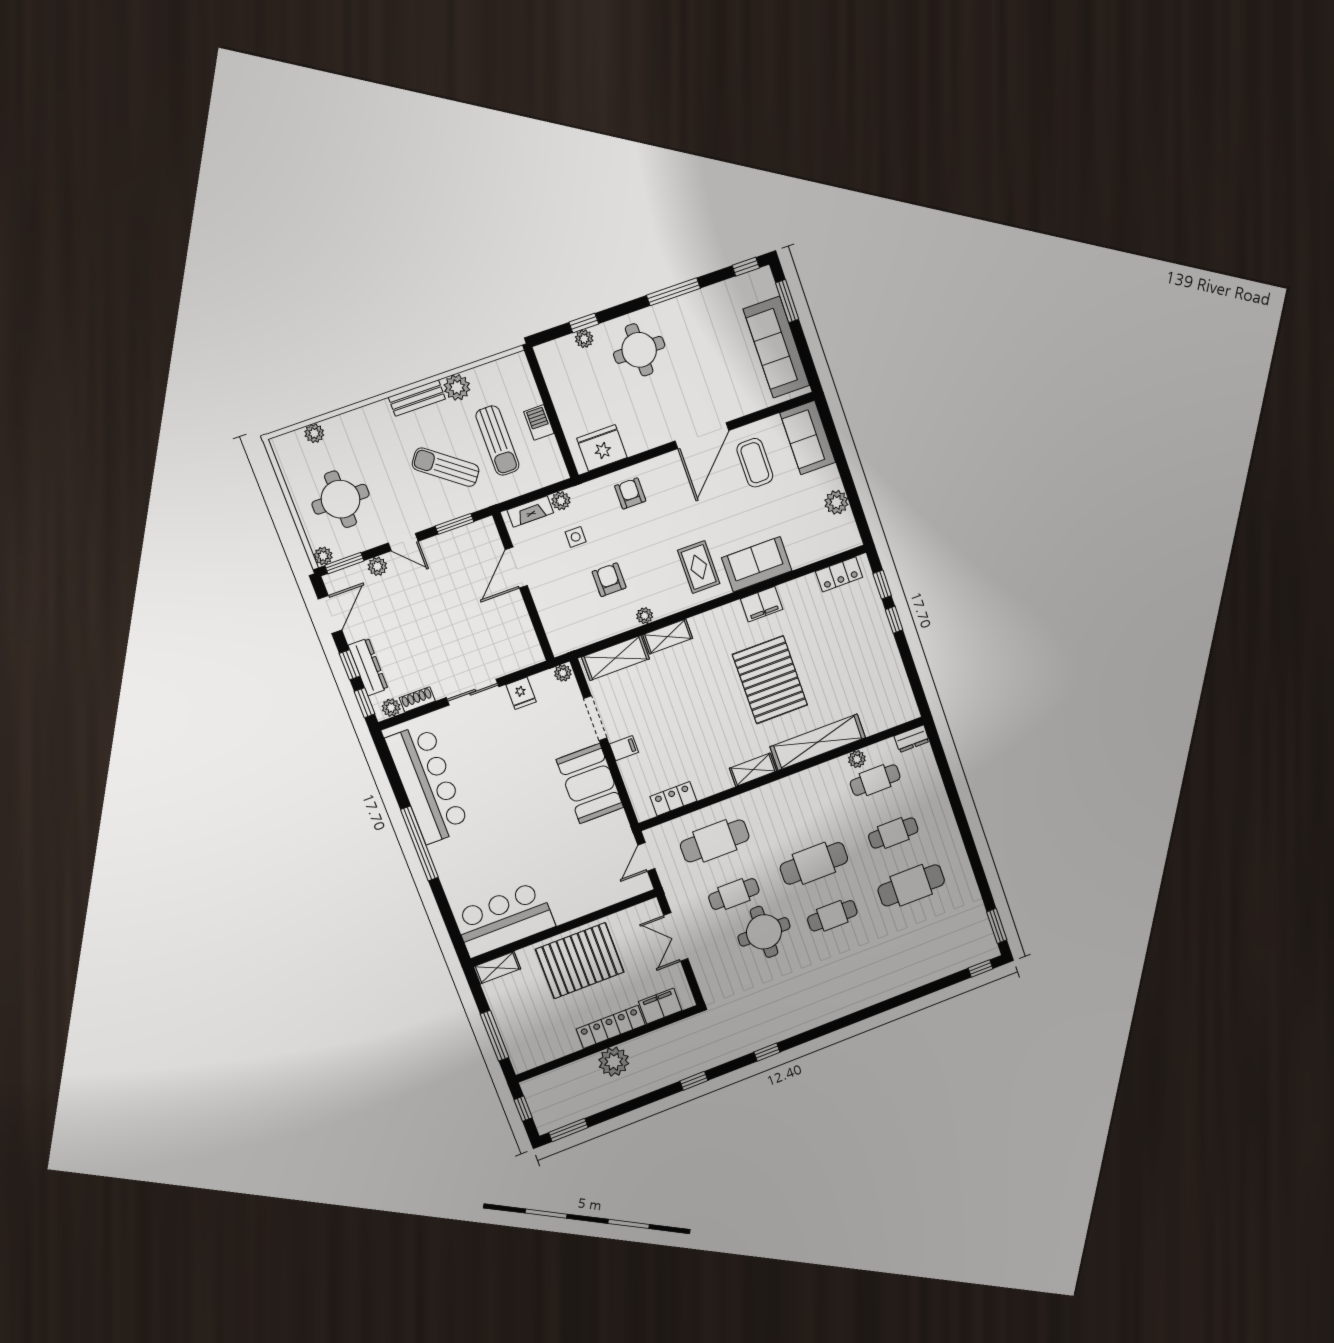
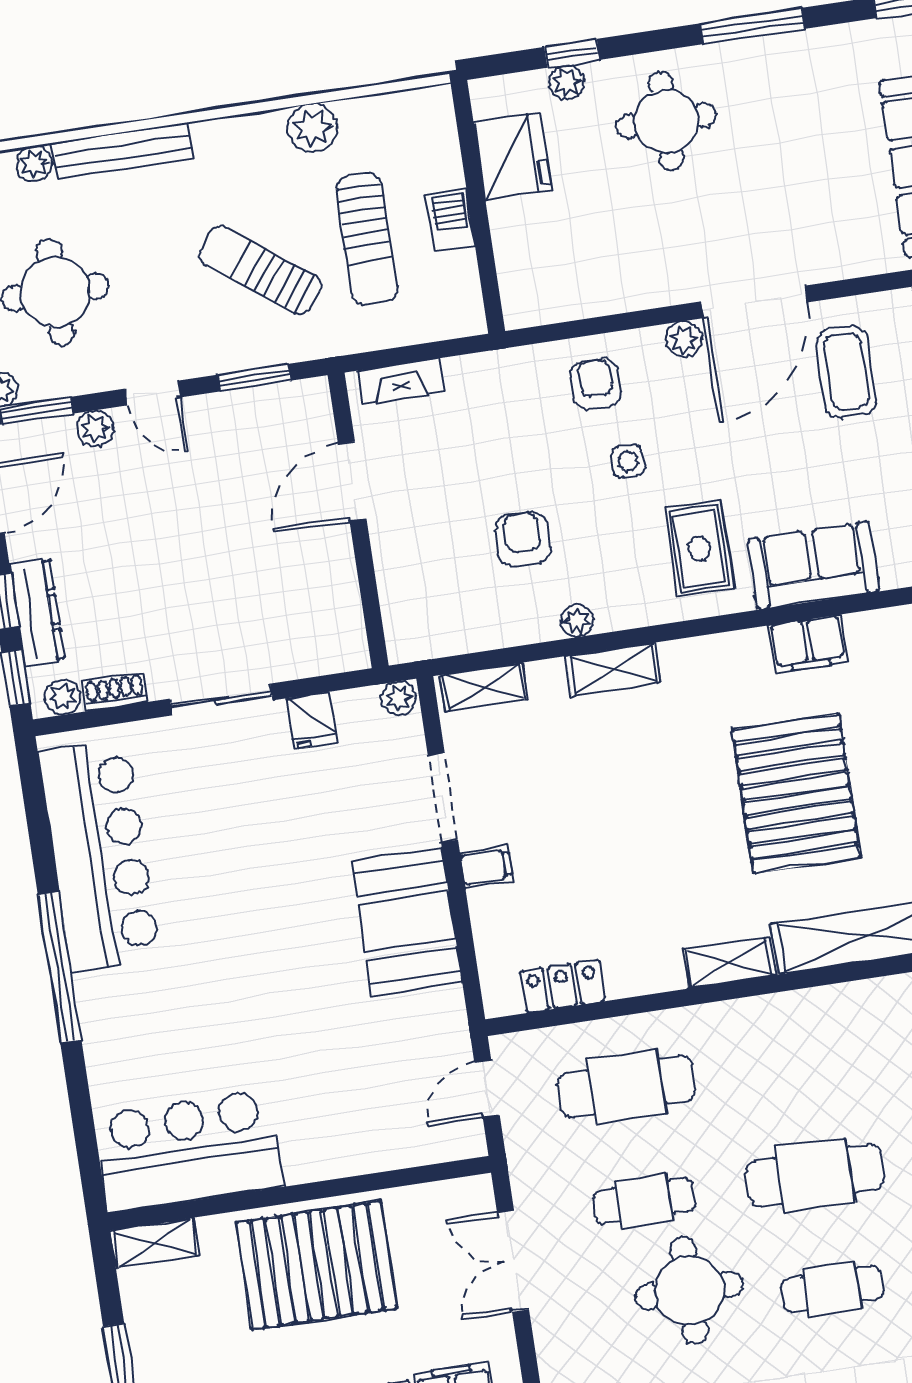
bench: (417, 398) -> (122, 151), moved, width x1.36
fridge: (602, 448) -> (512, 156), moved, turned 90
plant: (561, 501) -> (684, 339), moved
side table: (576, 537) -> (628, 461), moved
shelving: (616, 658) -> (484, 687), width x0.67, depth x0.75

